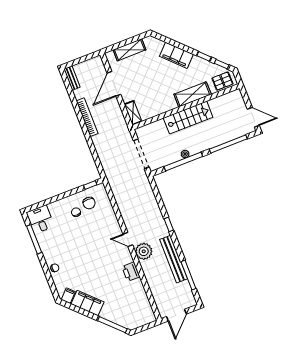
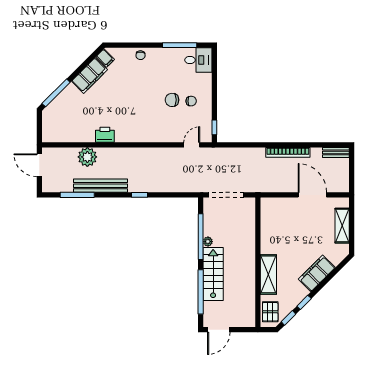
shelving: (133, 113) -> (273, 203), removed
stairs: (188, 118) -> (213, 274), moved, turned 180
chair: (89, 203) -> (172, 100), moved
door: (128, 239) -> (192, 145), moved
plant: (144, 251) -> (87, 157), moved

